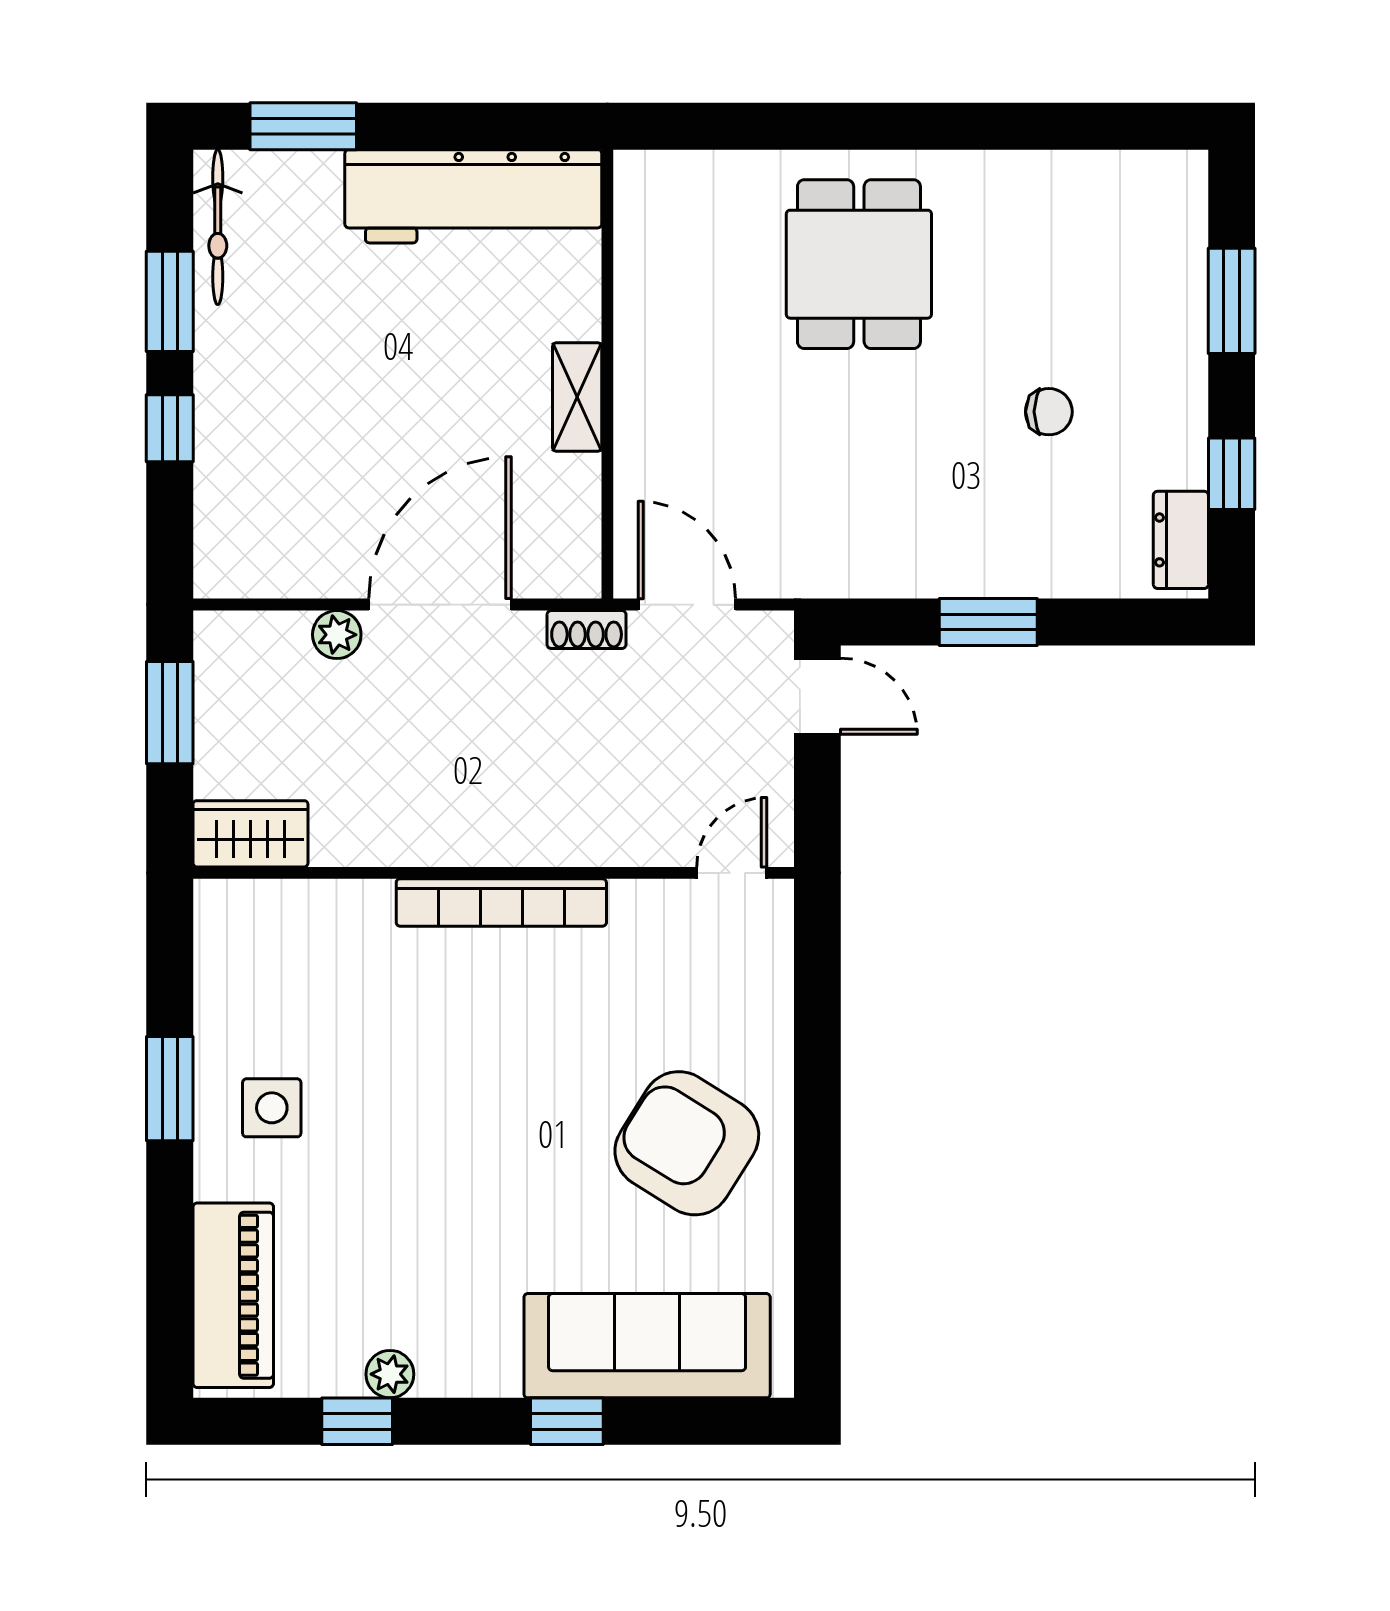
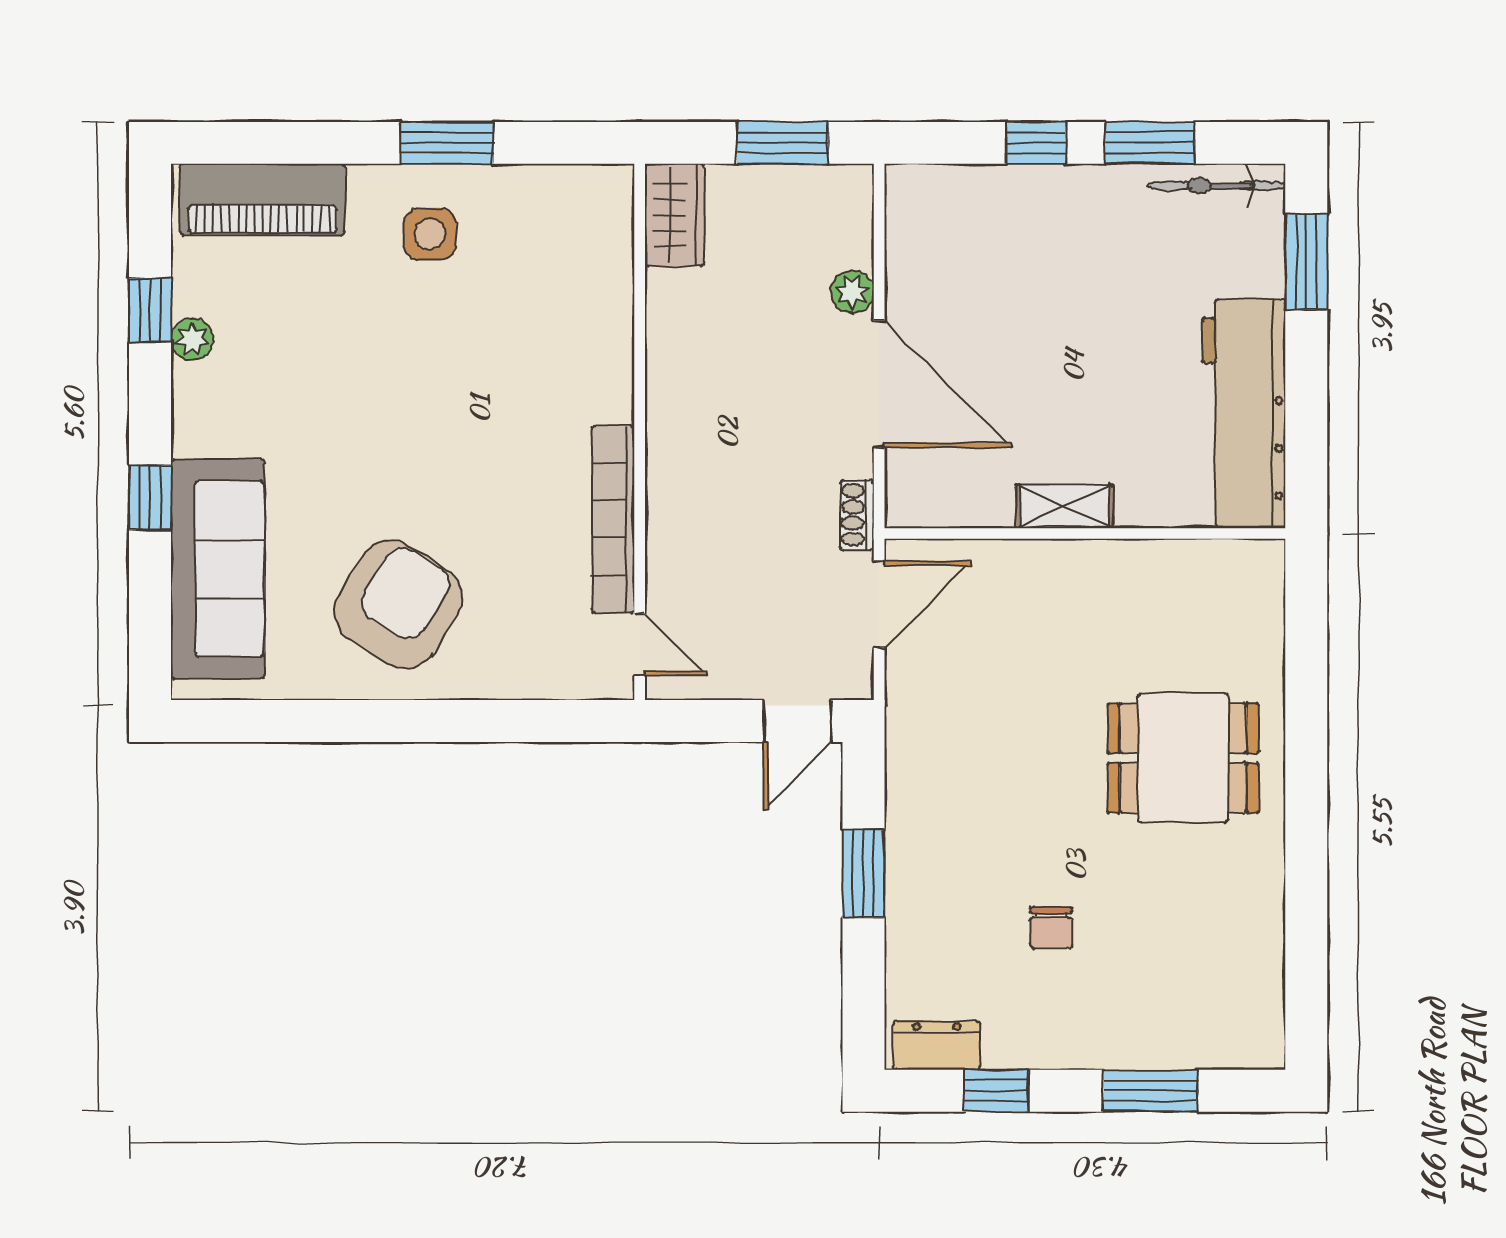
bookcase: (501, 903) -> (613, 520), moved

